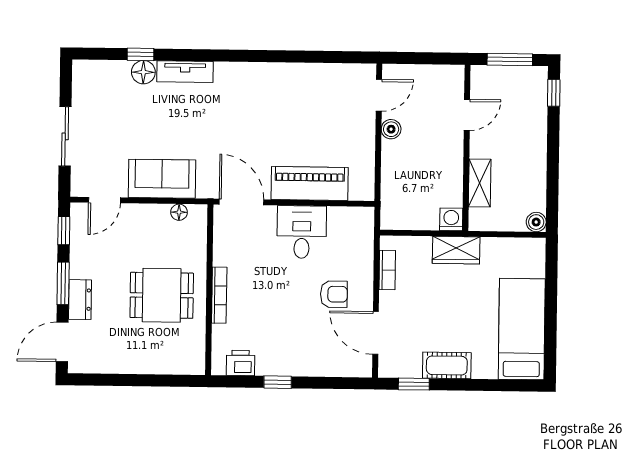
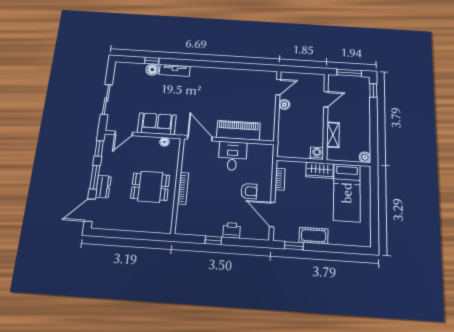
bed: (522, 329) -> (347, 193), moved, turned 180
printer: (240, 363) -> (232, 230), moved

